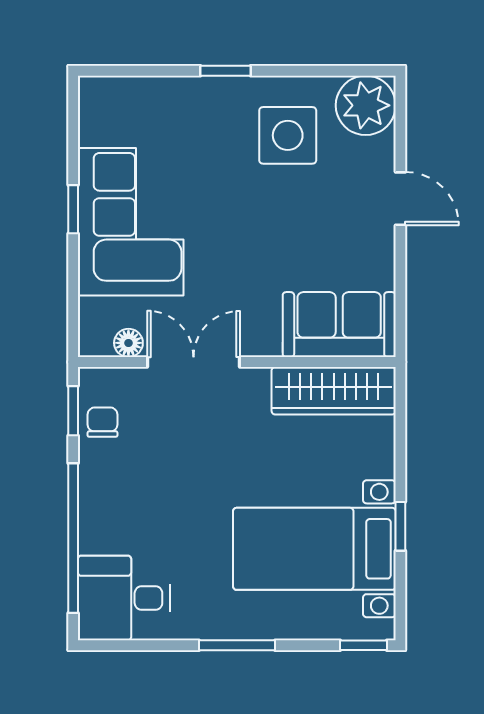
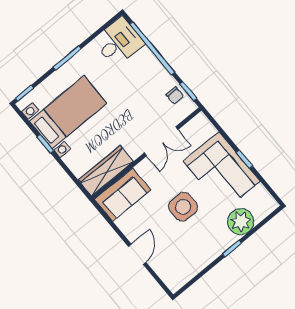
plant: (366, 105) -> (241, 221), moved
side table: (288, 135) -> (183, 207), moved
door: (400, 199) -> (137, 254), swing flipped
floor lamp: (128, 343) -> (188, 129), removed

